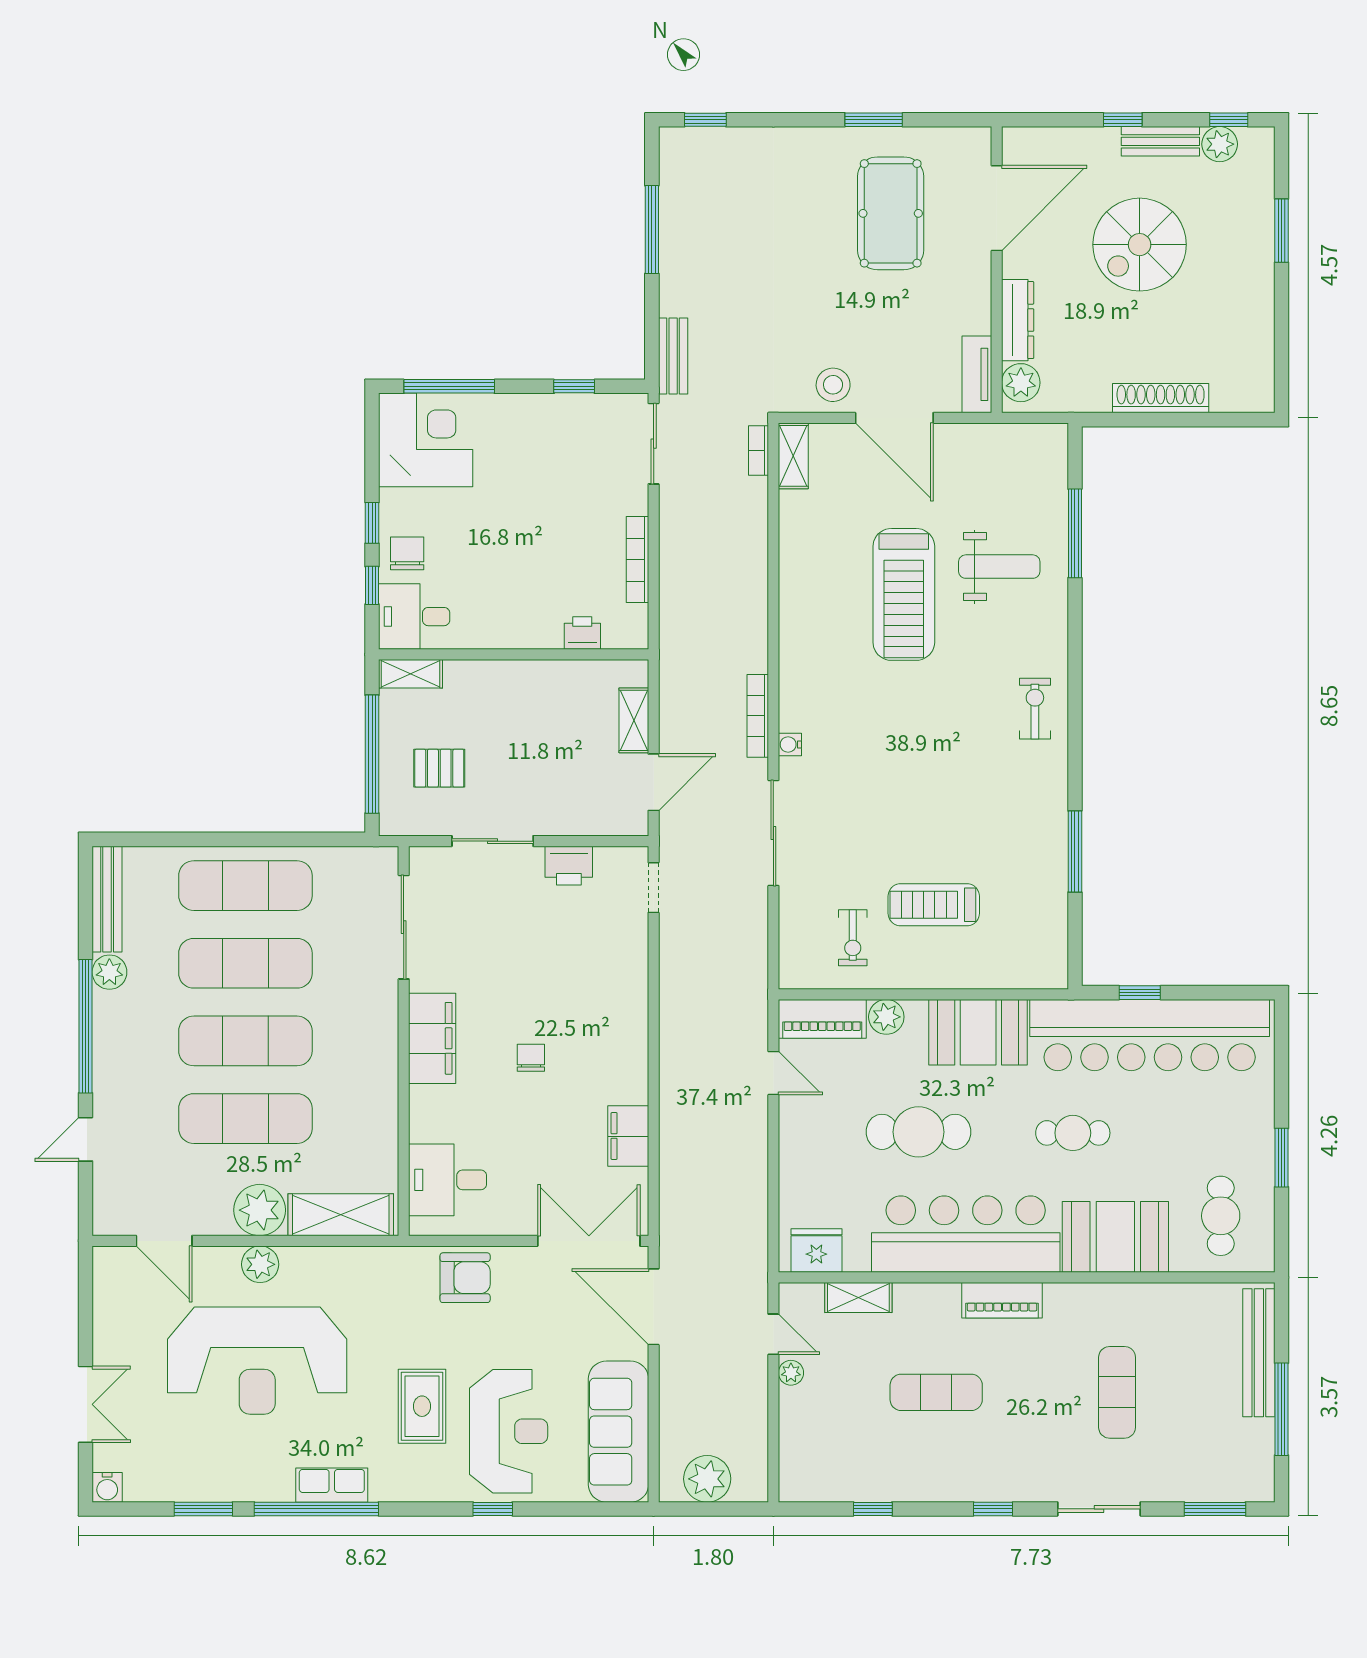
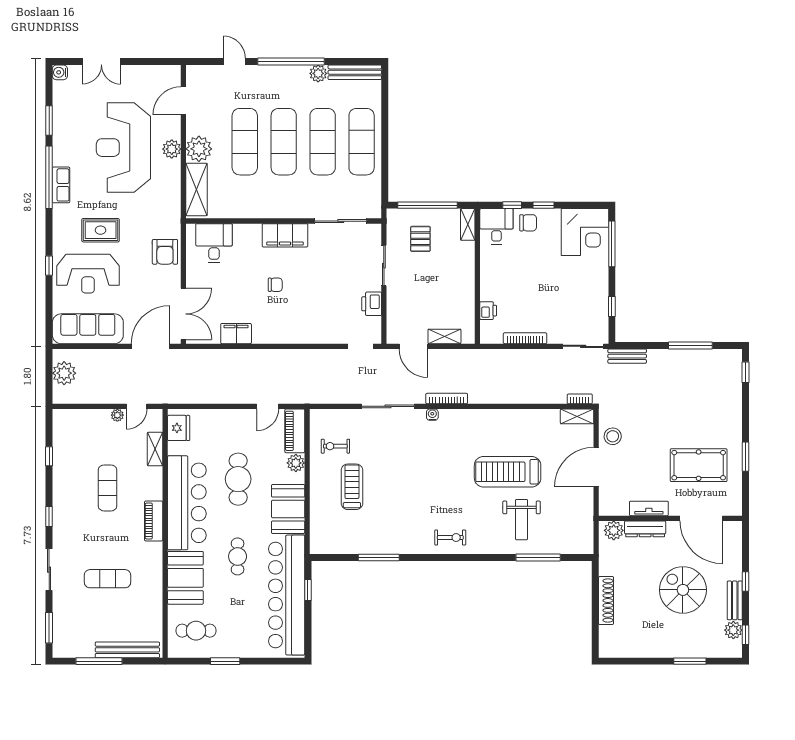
tv unit: (977, 374) -> (649, 508), moved

